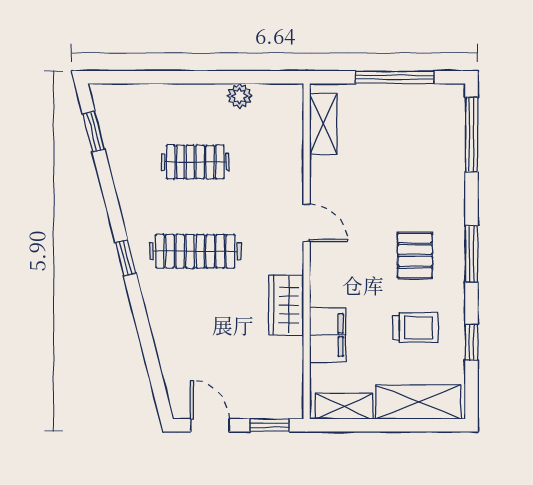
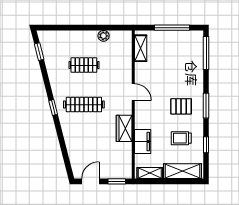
pallet: (415, 255) -> (181, 106), turned 90
trolley: (415, 327) -> (181, 138), turned 180
door: (210, 425) -> (90, 181), hinge flipped

